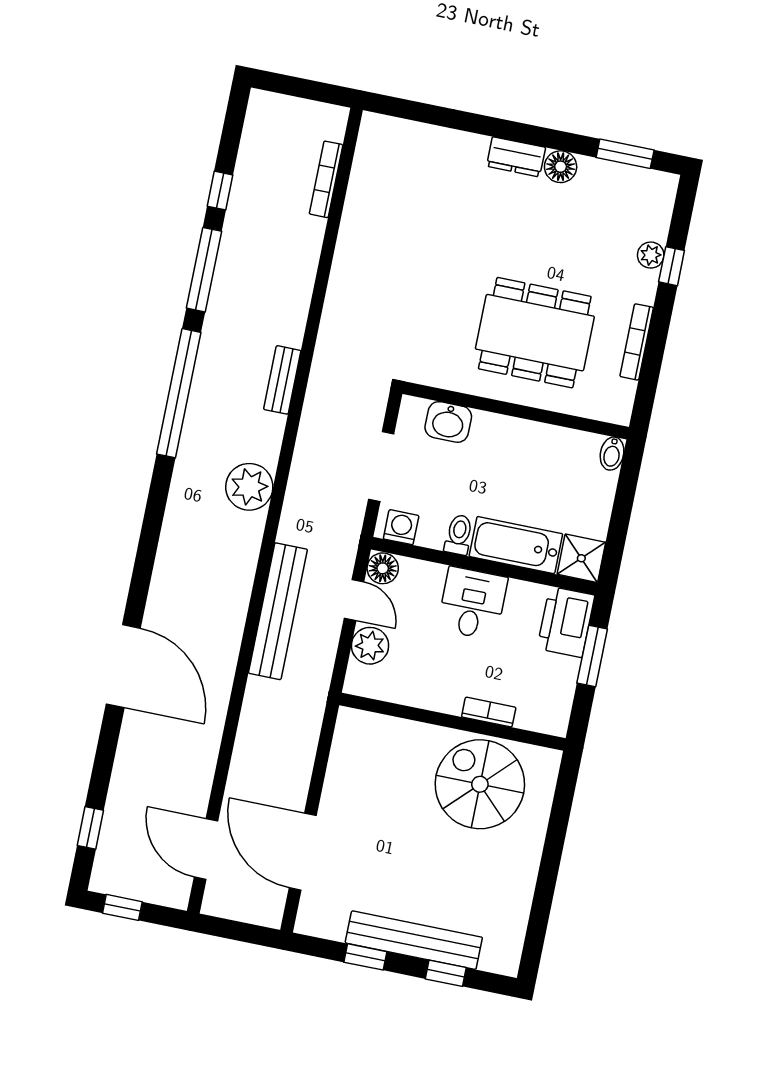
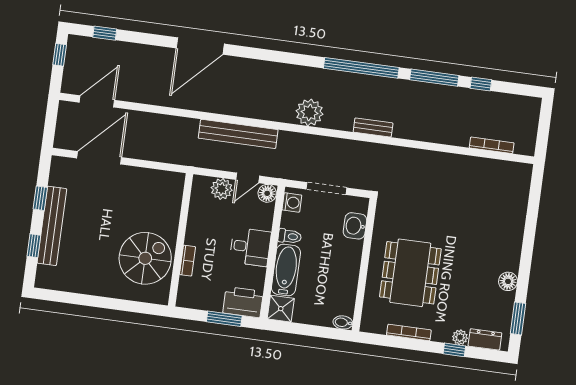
dresser: (516, 157) -> (485, 339), moved, turned 90

